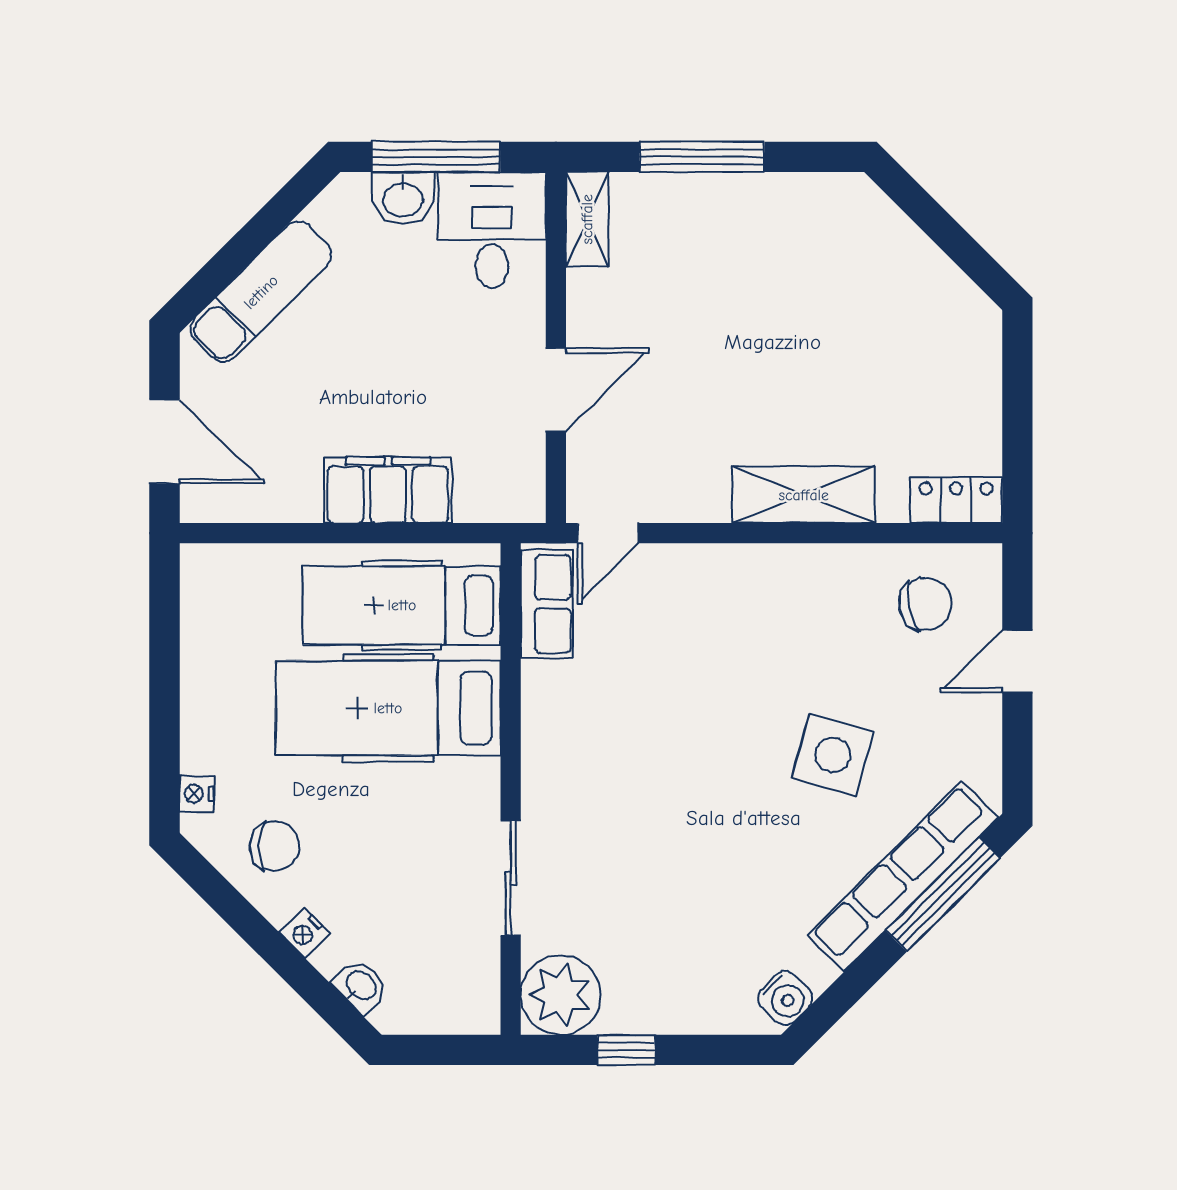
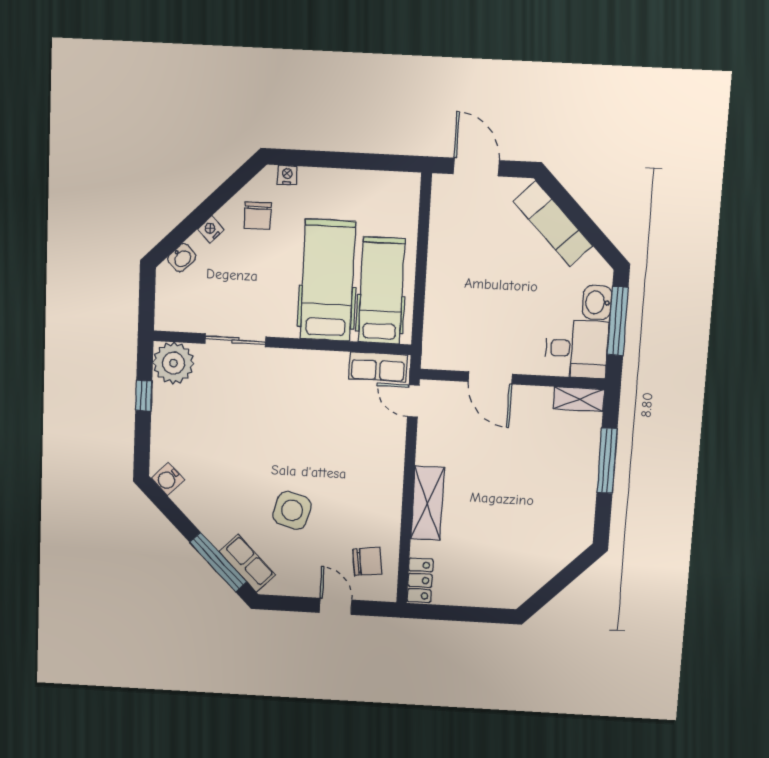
door: (164, 441) -> (476, 167), swing flipped
filing cabinet: (388, 490) -> (443, 286), removed
chair: (925, 604) -> (367, 562), turned -86
row of seats: (903, 877) -> (247, 563), width x0.50

